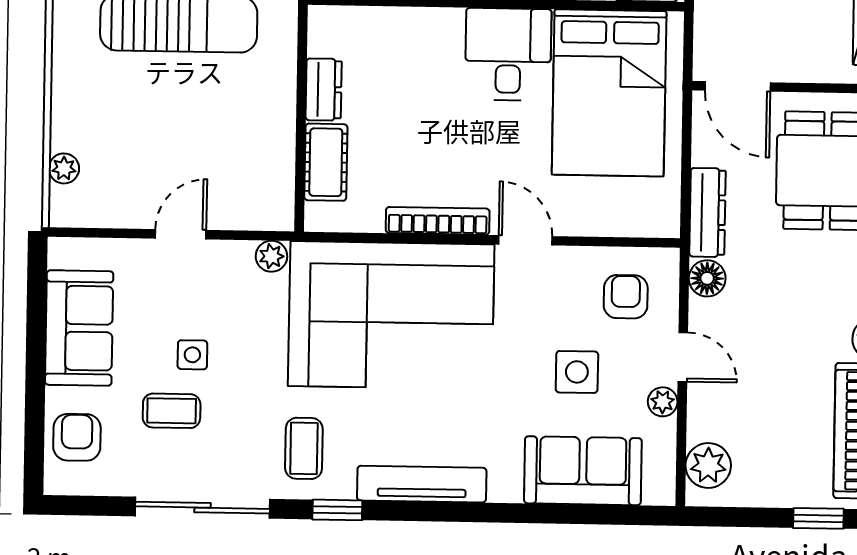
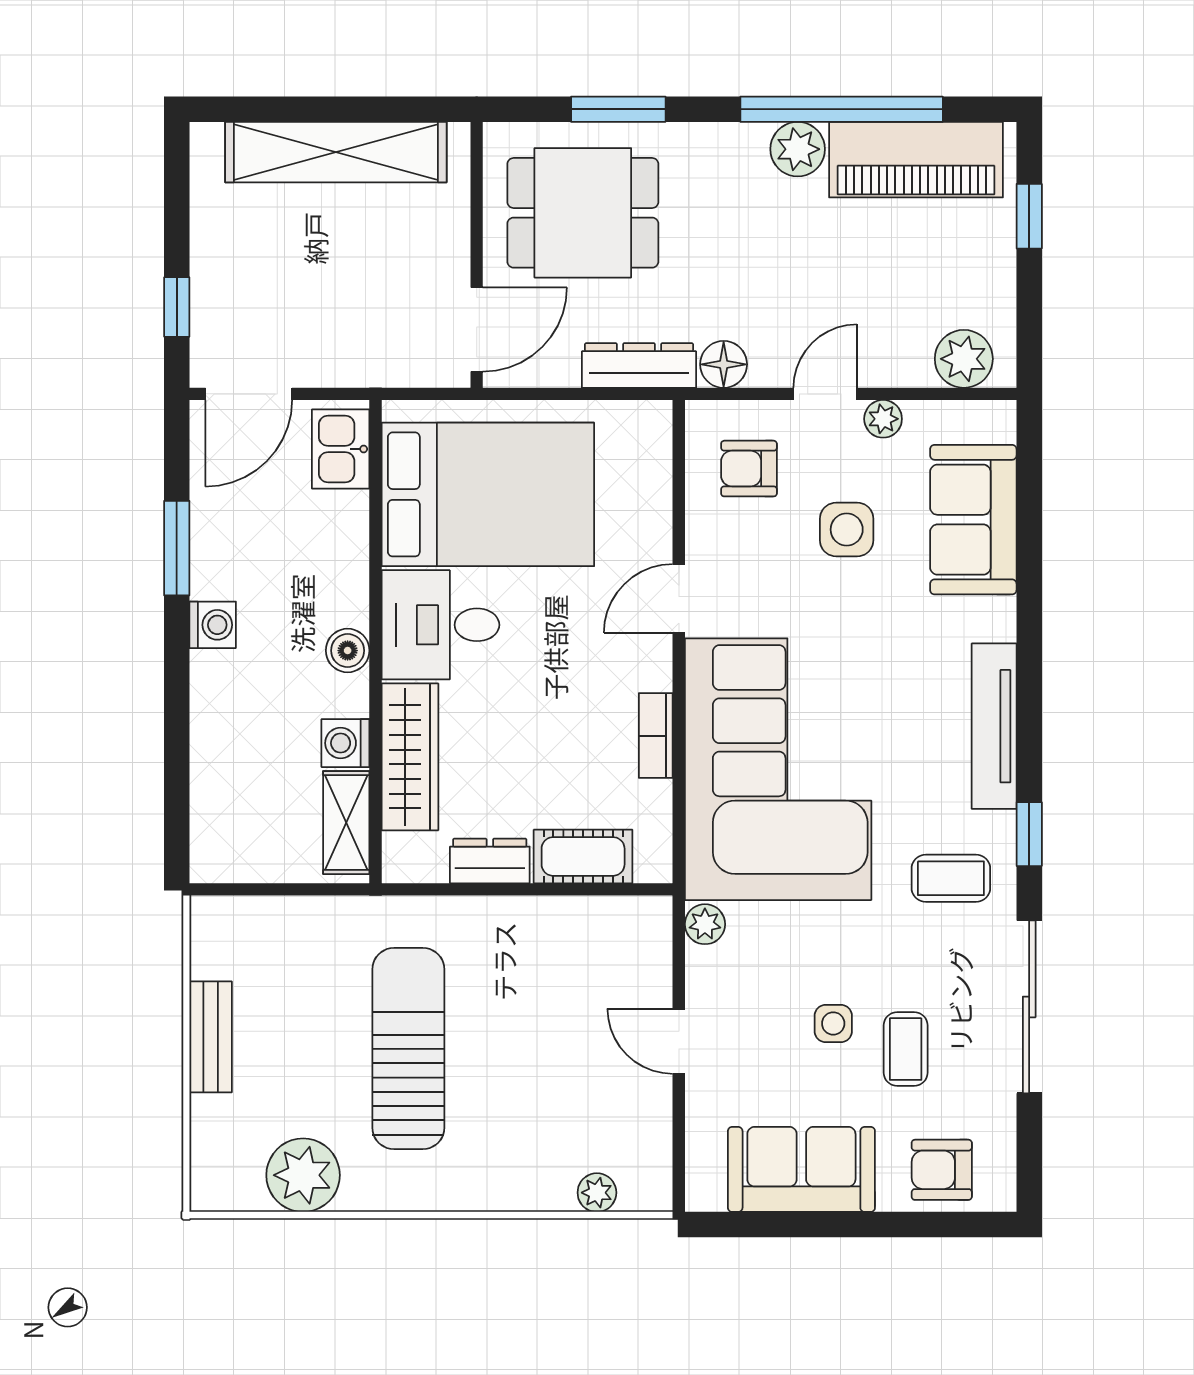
wardrobe: (406, 29) -> (410, 757), added
bookcase: (438, 221) -> (656, 736), width x0.64

